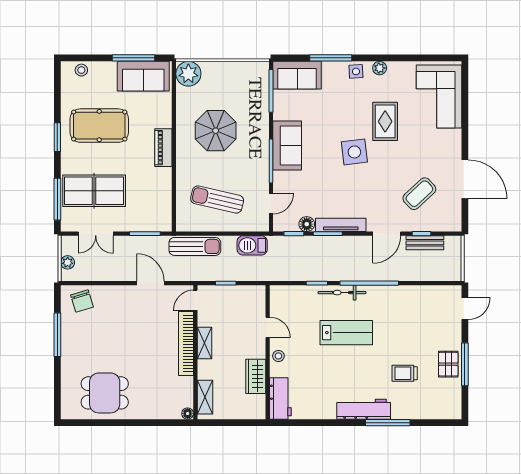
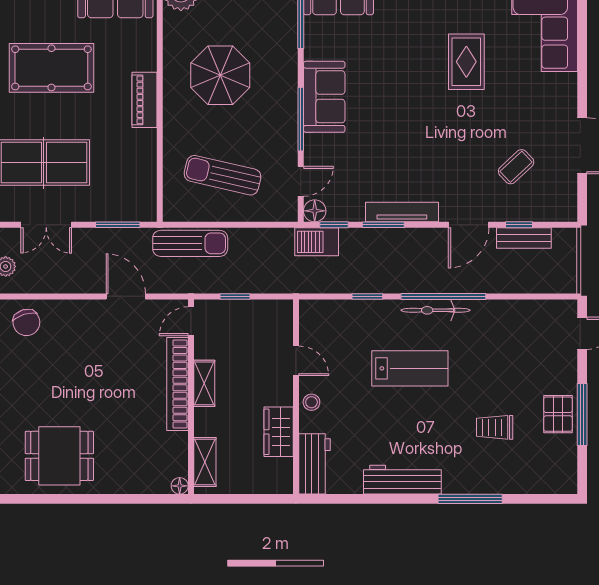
side table: (354, 152) -> (422, 106), removed
coffee table: (419, 194) -> (516, 167), width x0.73, depth x0.77
floor lamp: (307, 224) -> (315, 211), moved
barbecue: (252, 245) -> (317, 242), moved
bicycle: (342, 293) -> (436, 310), moved
workbench: (364, 409) -> (402, 480), moved

